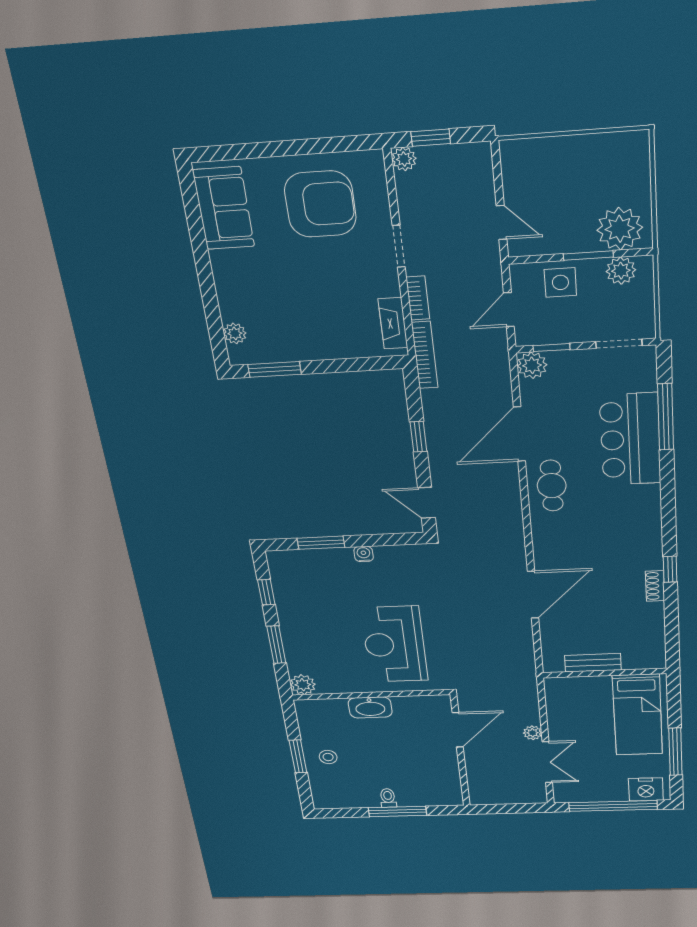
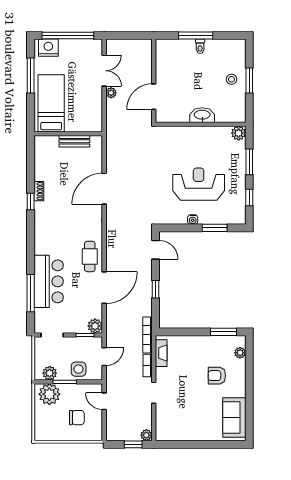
chair: (558, 185) -> (77, 418), added
armchair: (320, 204) -> (217, 376), moved, width x0.53, depth x0.53
reception desk: (394, 644) -> (199, 184), moved, turned -90
double door: (547, 762) -> (104, 71), swing flipped

